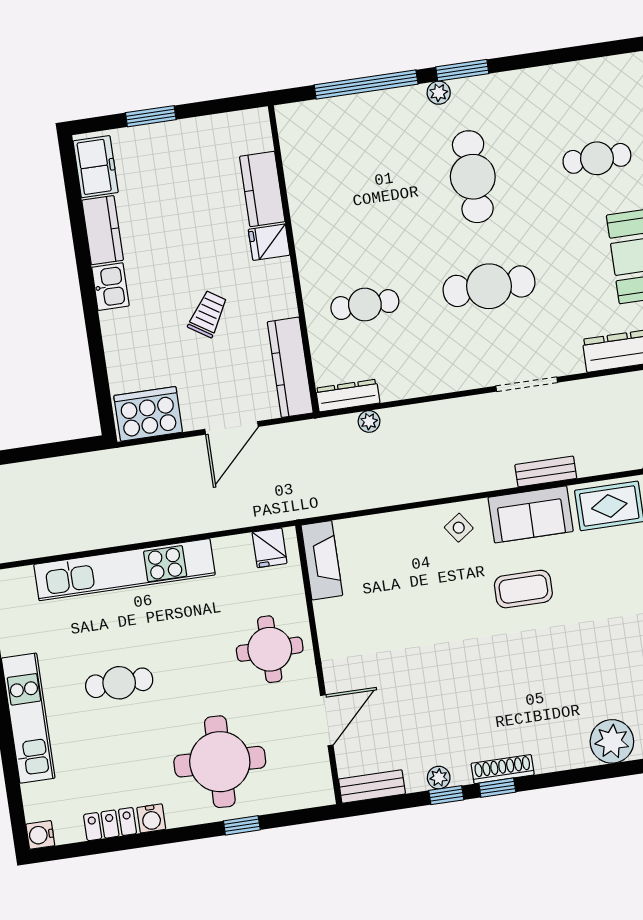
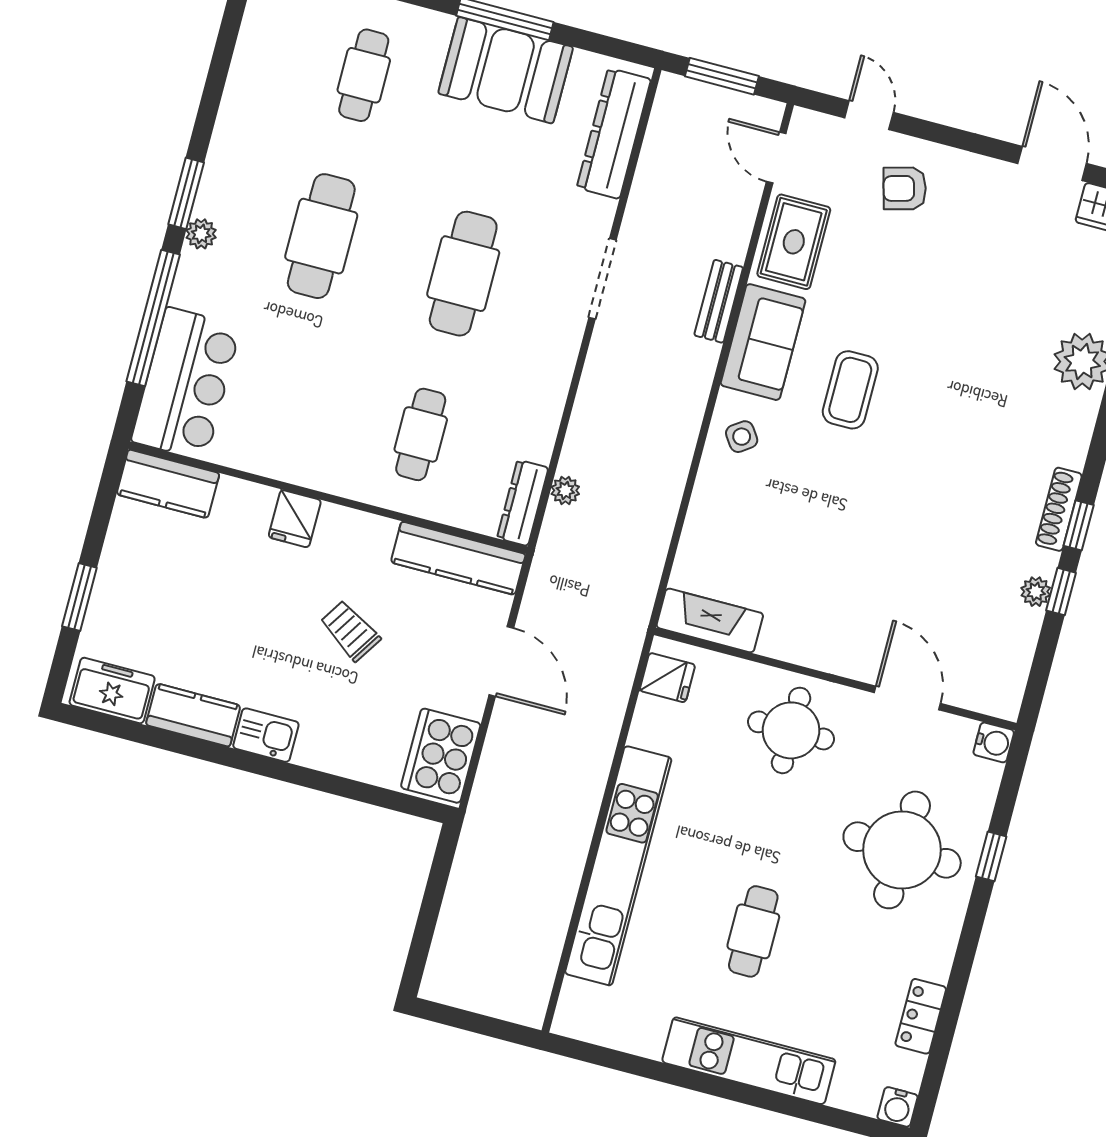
bar counter: (330, 127) -> (186, 384), added
cafe table: (473, 177) -> (321, 236), turned 90
kitchen counter: (262, 189) -> (168, 484), moved
bench: (372, 786) -> (1012, 678), removed
water cooler: (151, 818) -> (994, 742), moved

